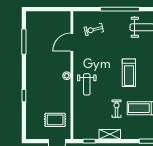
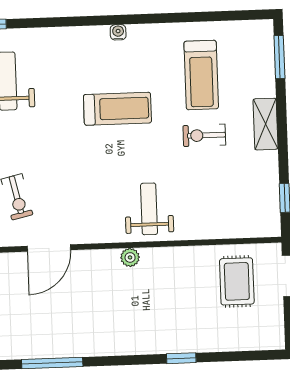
door: (72, 42) -> (49, 248), hinge flipped
weight bench: (87, 84) -> (149, 209), turned -90
shelving: (110, 134) -> (266, 124), moved

